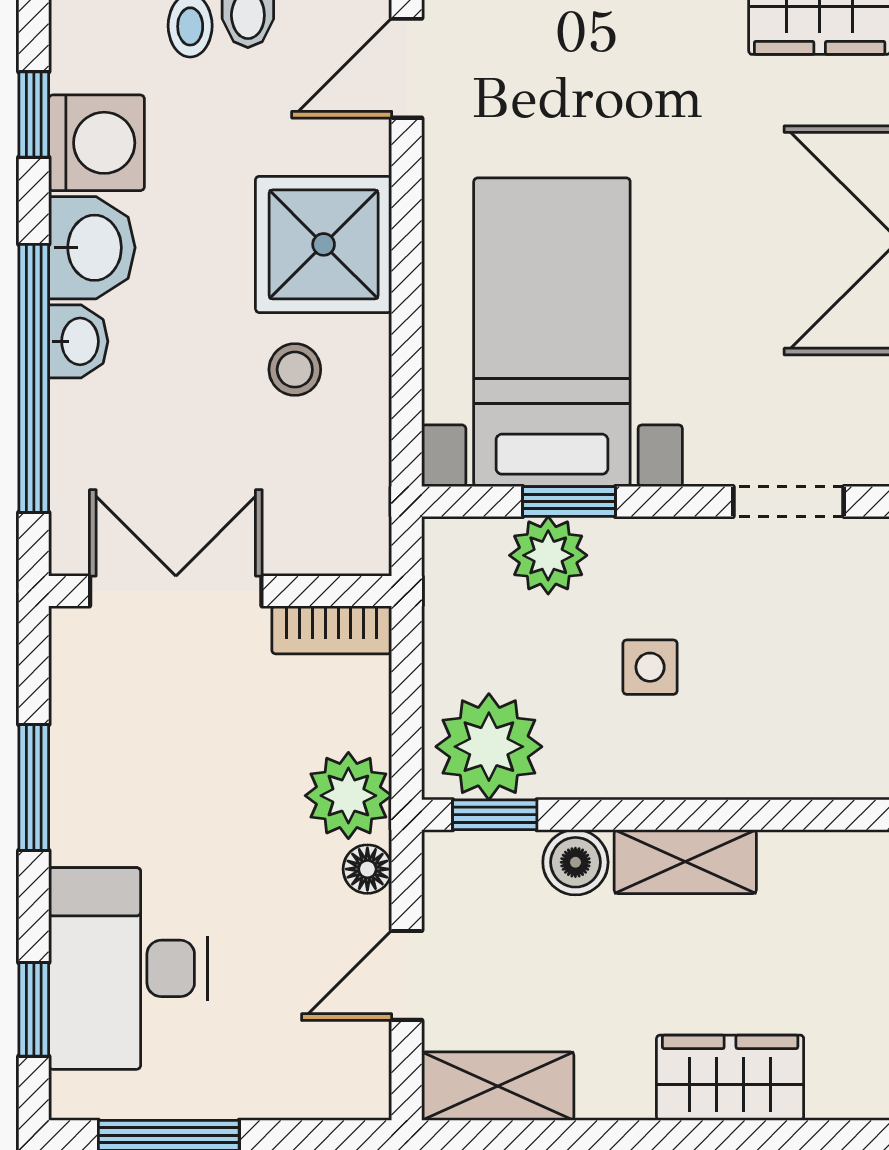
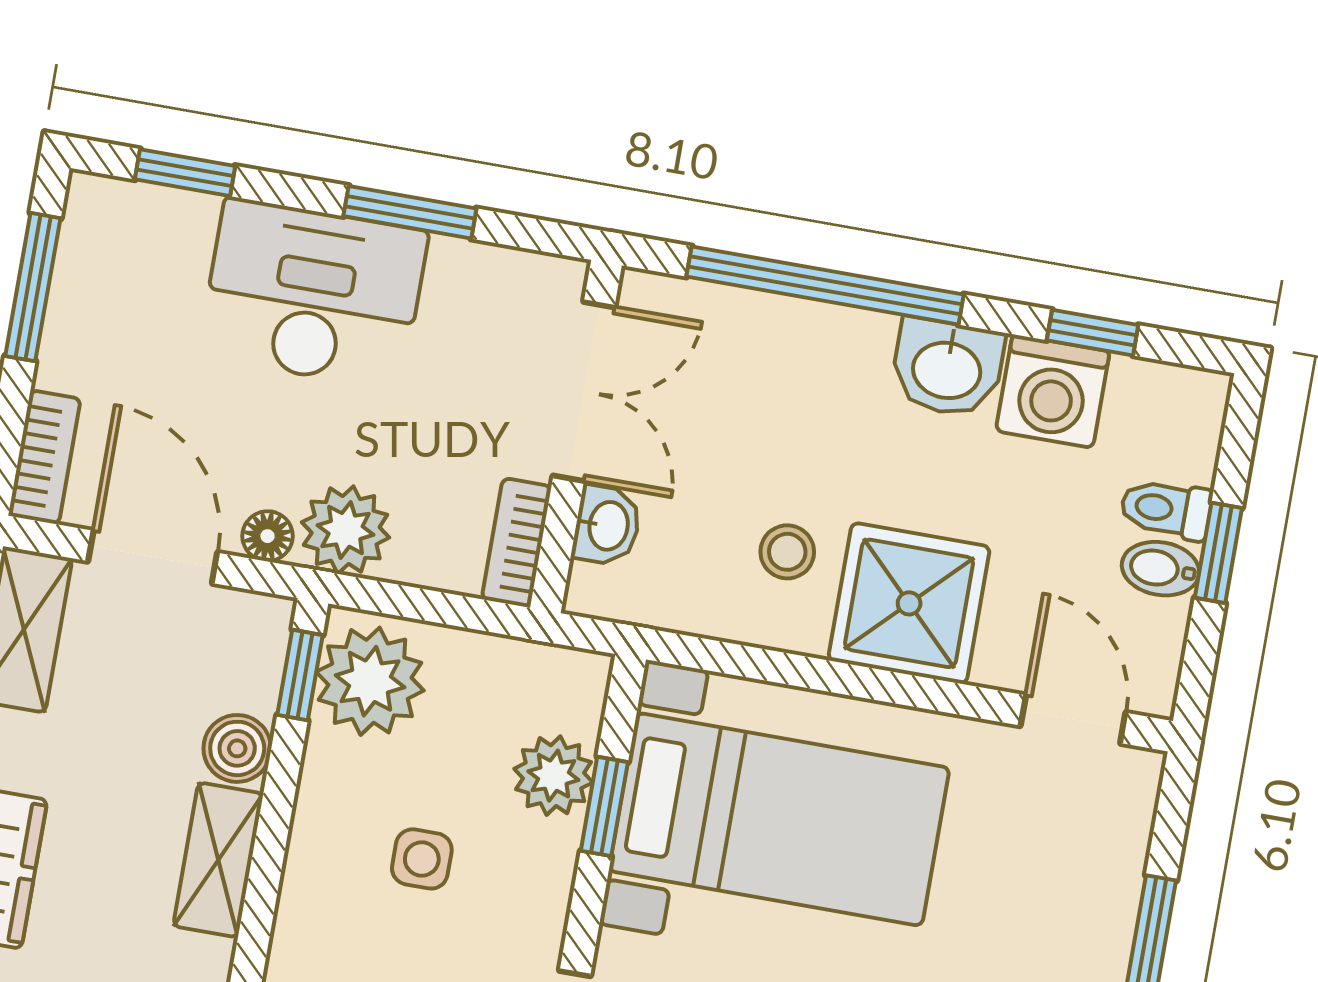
washbasin: (78, 341) -> (607, 526), moved, turned -90
desk: (128, 968) -> (313, 294), moved
door: (407, 975) -> (153, 557), width x1.38
bookcase: (330, 1096) -> (44, 457), added

